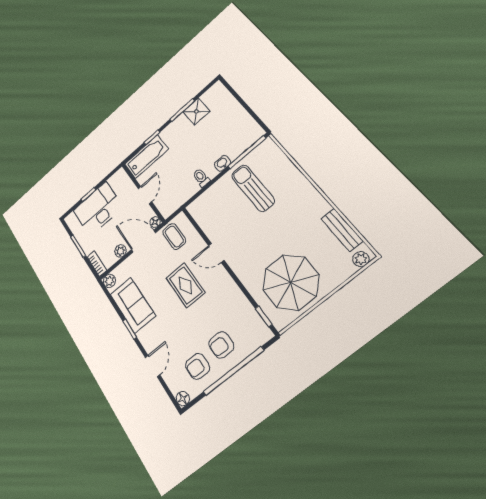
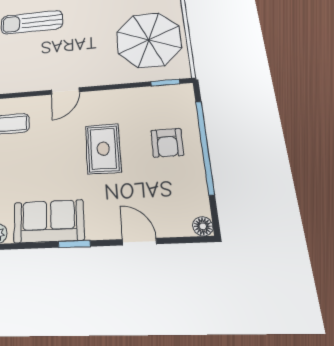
rug: (185, 285) -> (103, 149), moved, turned 90
armchair: (198, 366) -> (175, 184), removed

